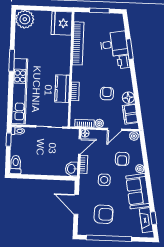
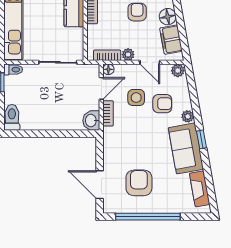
door: (115, 129) -> (150, 62), hinge flipped
armchair: (122, 159) -> (162, 104), turned -90
side table: (104, 180) -> (136, 98), moved
door: (76, 204) -> (100, 185), moved
armchair: (104, 214) -> (139, 183), turned -91
window: (153, 218) -> (201, 139), moved

